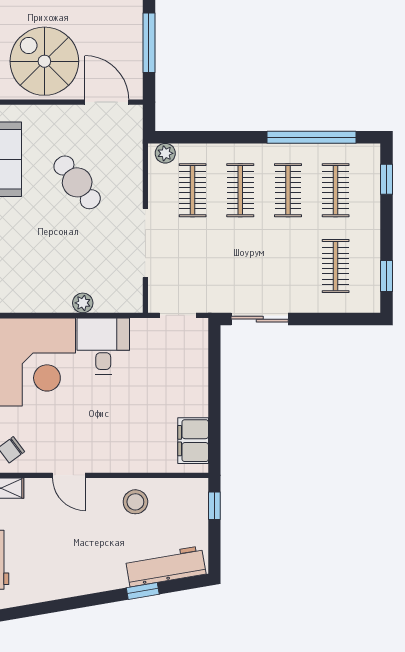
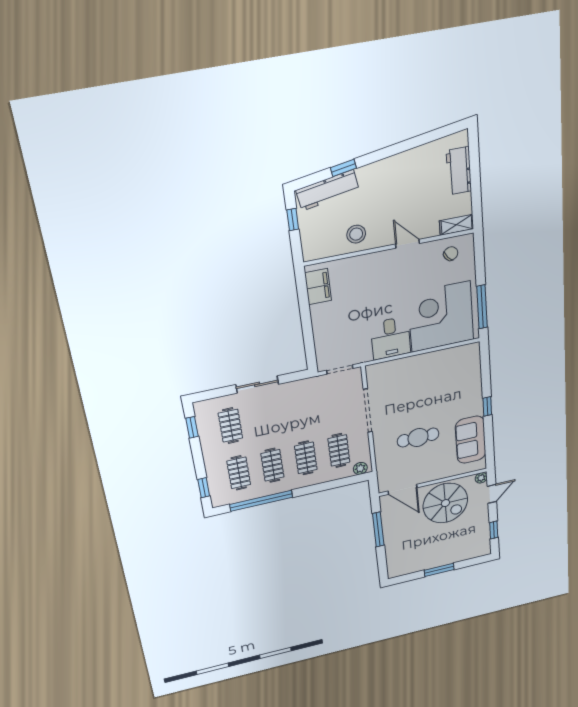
cafe table: (77, 182) -> (418, 438), turned -52
plant: (83, 303) -> (408, 363), removed
sliding door: (260, 319) -> (257, 384), moved
window: (214, 506) -> (293, 220), moved

